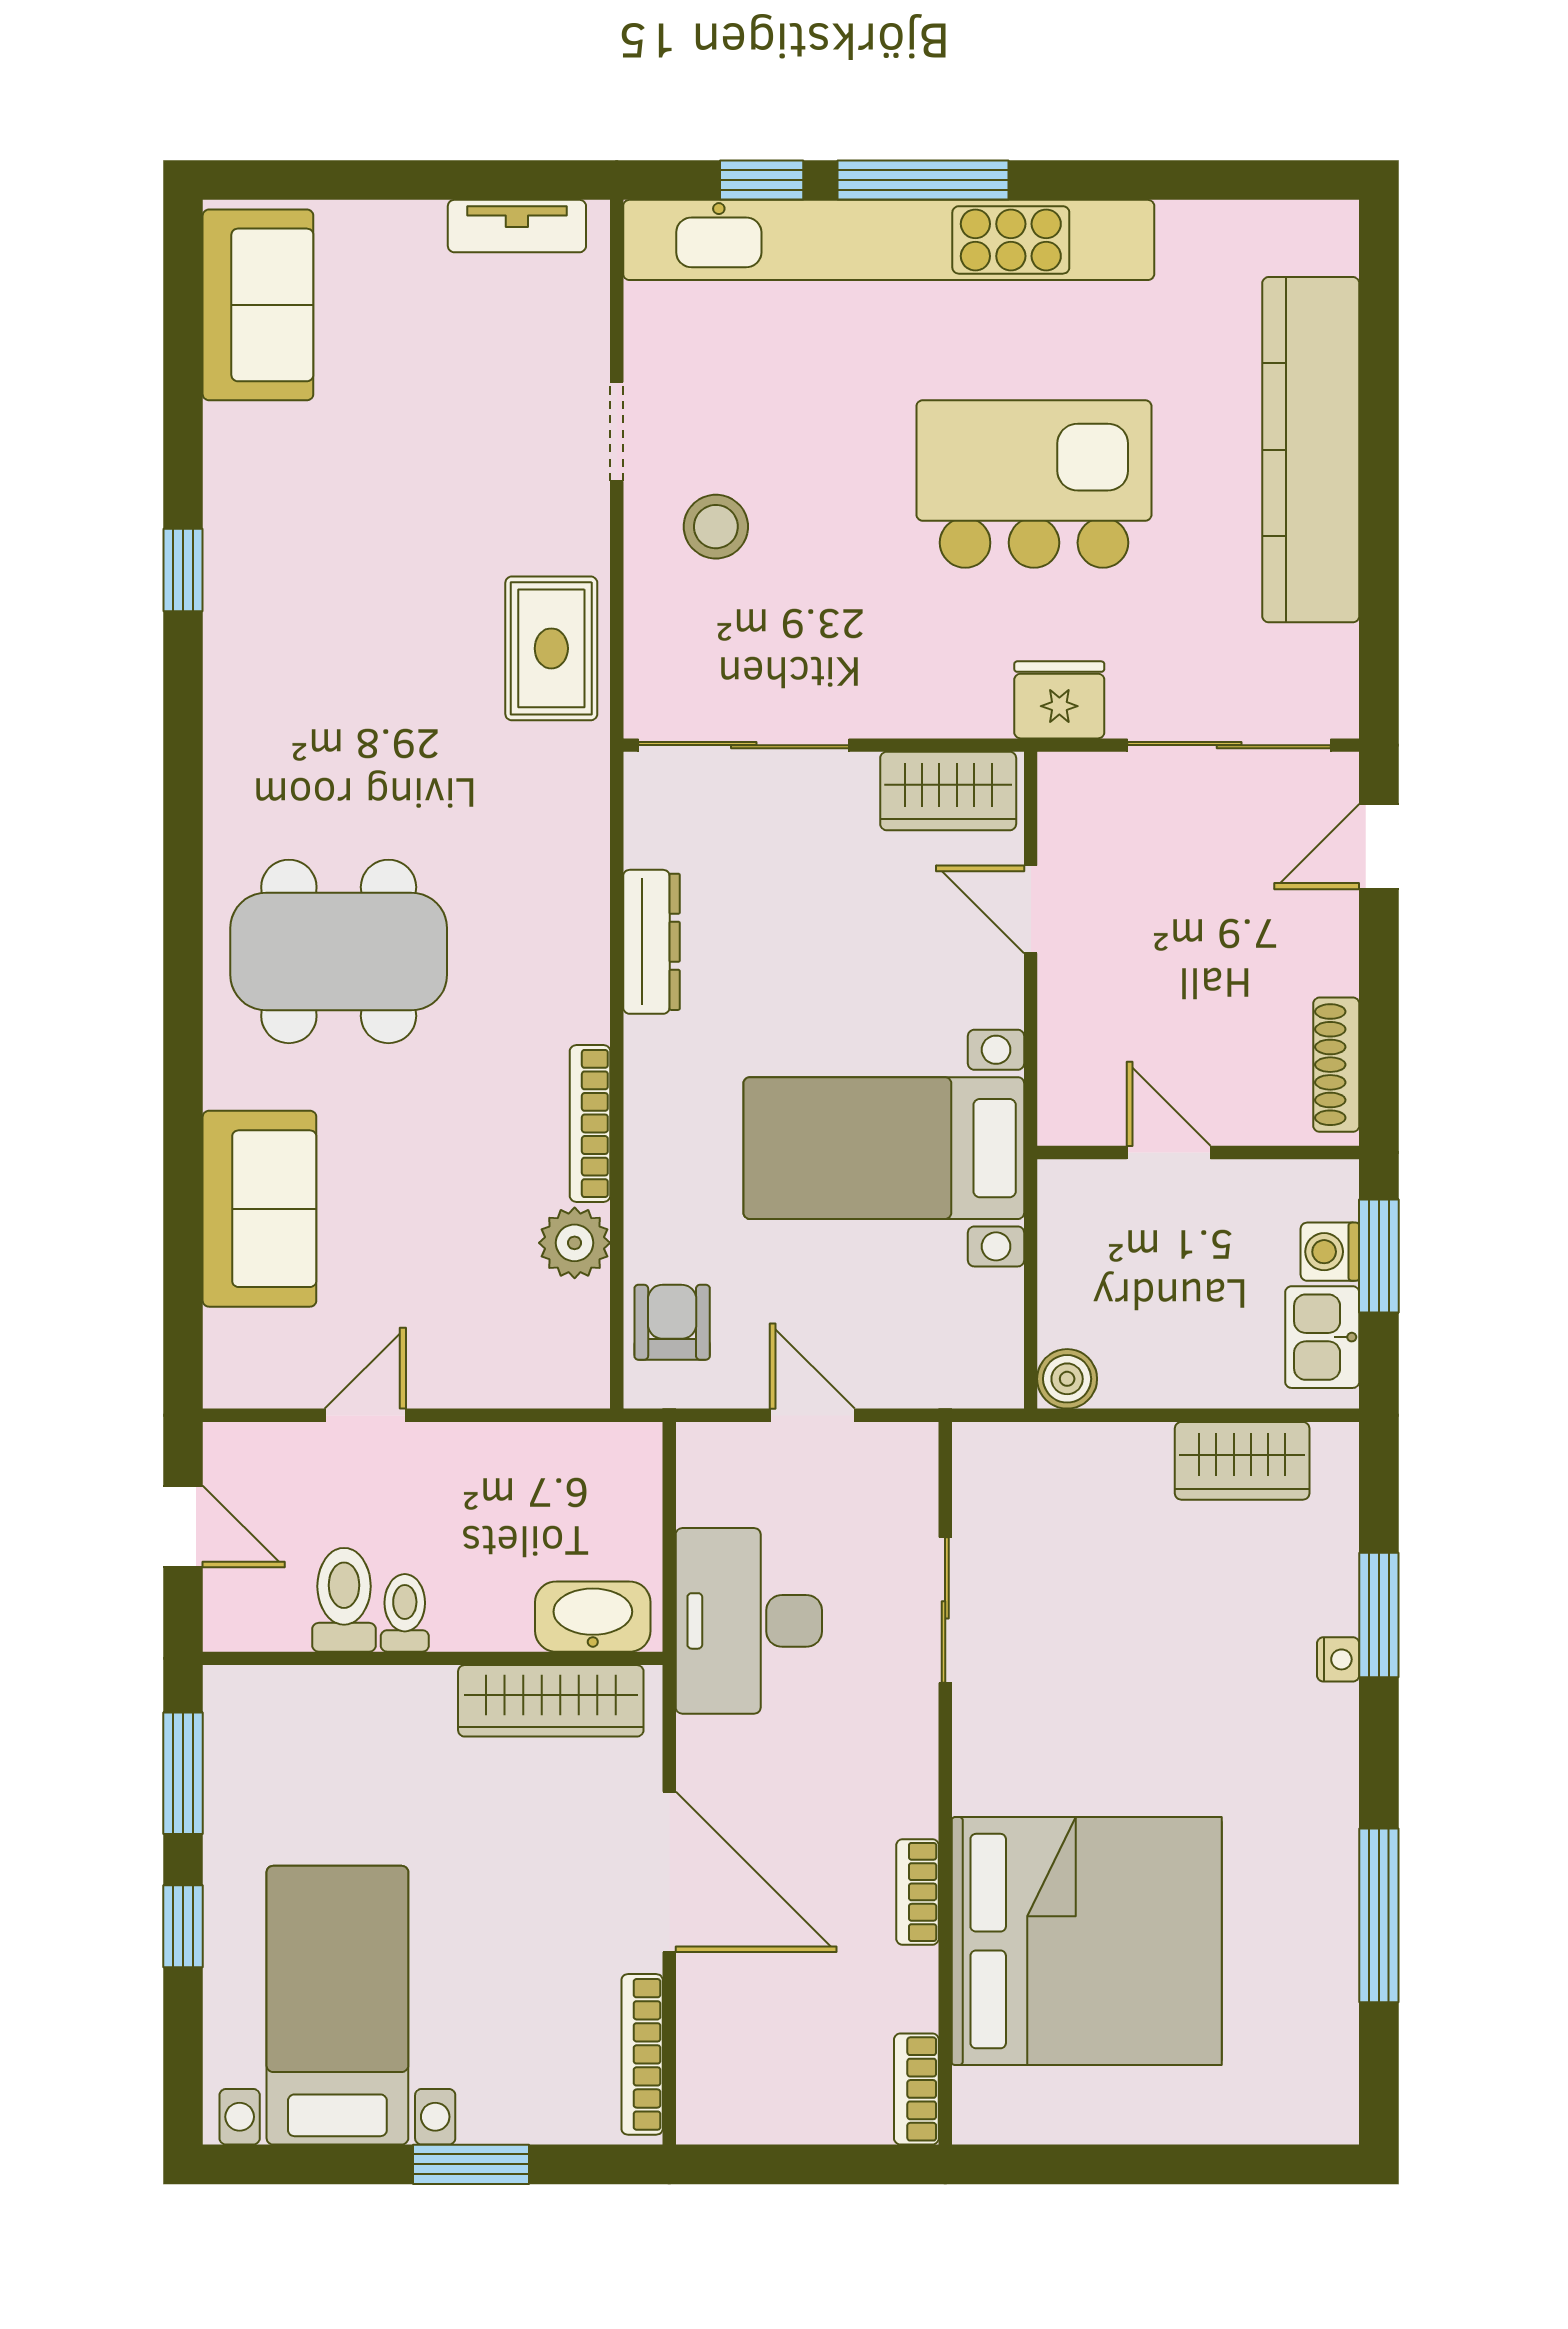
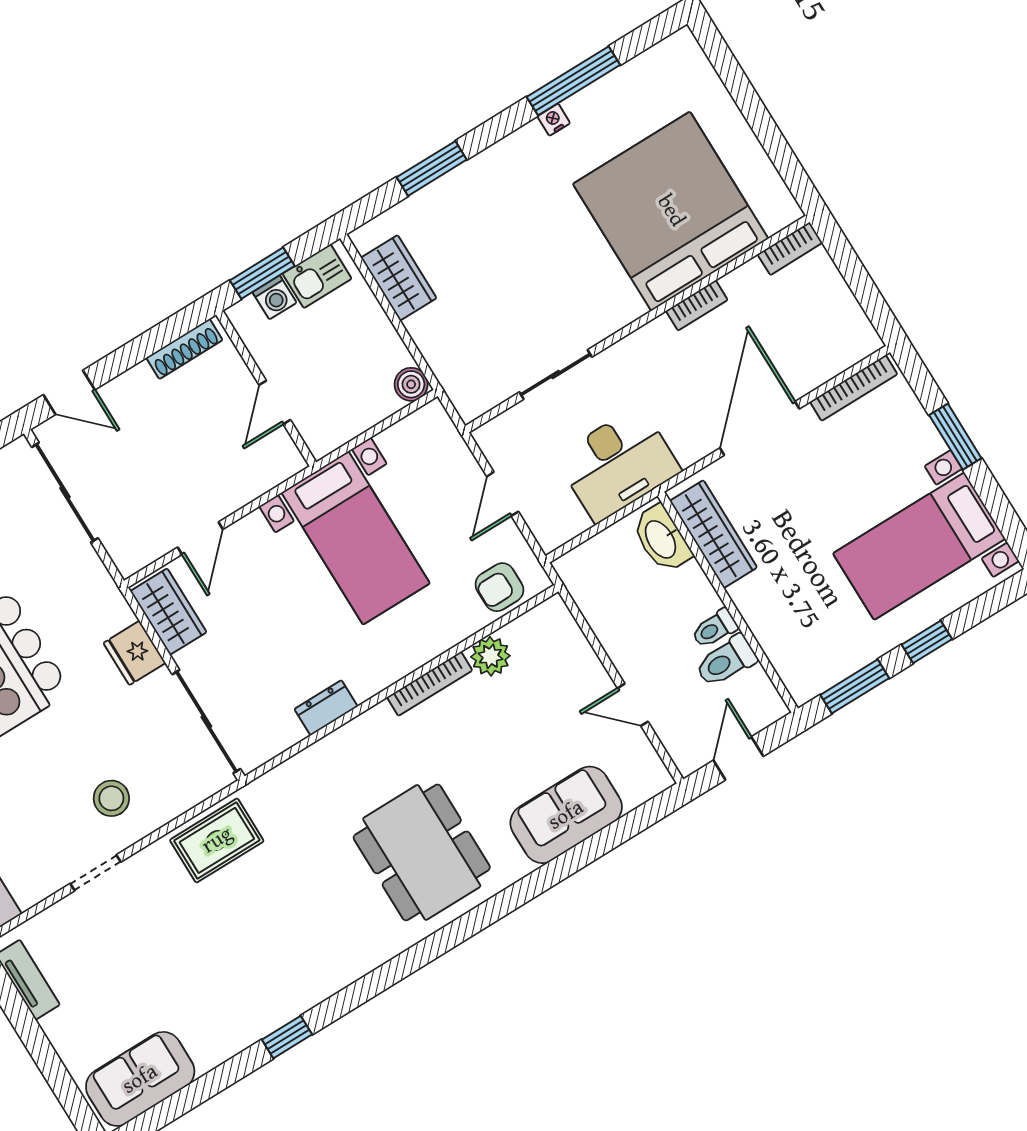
fridge: (1059, 700) -> (134, 653), moved
dresser: (651, 942) -> (326, 708), width x0.70
nightstand: (1338, 1659) -> (554, 120), moved

